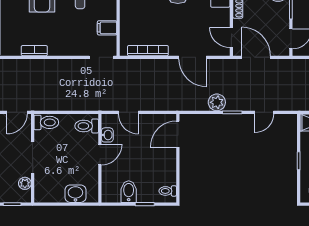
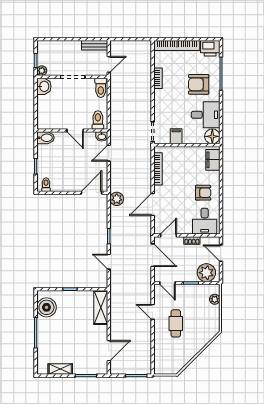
door: (256, 57) -> (153, 255), hinge flipped
plant: (217, 102) -> (117, 199), moved
door: (17, 112) -> (109, 64), swing flipped
door: (178, 134) -> (91, 193), hinge flipped
washbasin: (107, 135) -> (102, 136), moved
plant: (25, 183) -> (42, 71), moved
bidet: (129, 192) -> (46, 138), moved
washbasin: (75, 194) -> (44, 86), moved

